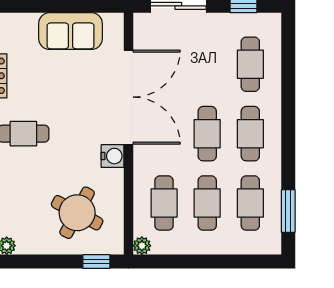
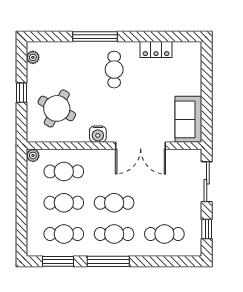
sofa: (71, 31) -> (188, 119), moved
double door: (128, 97) -> (141, 146), width x0.73
window: (288, 142) -> (108, 261), added
window: (96, 261) -> (21, 93), moved

